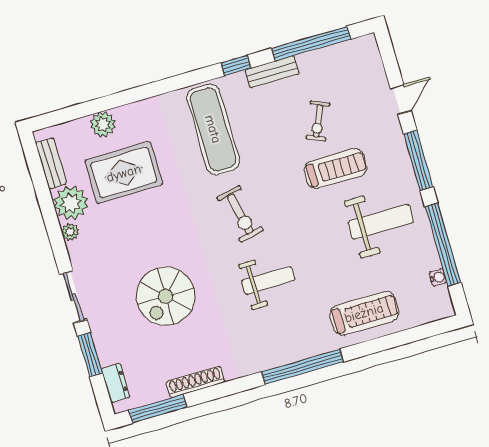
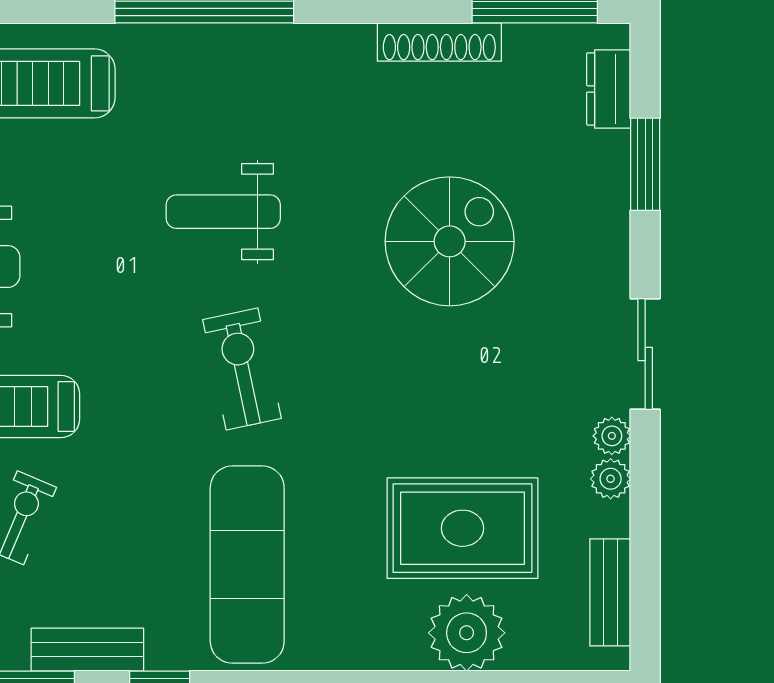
plant: (103, 124) -> (467, 633), width x1.36, depth x1.36
plant: (71, 203) -> (611, 479), width x0.53, depth x0.53
sliding door: (73, 297) -> (645, 354), moved

